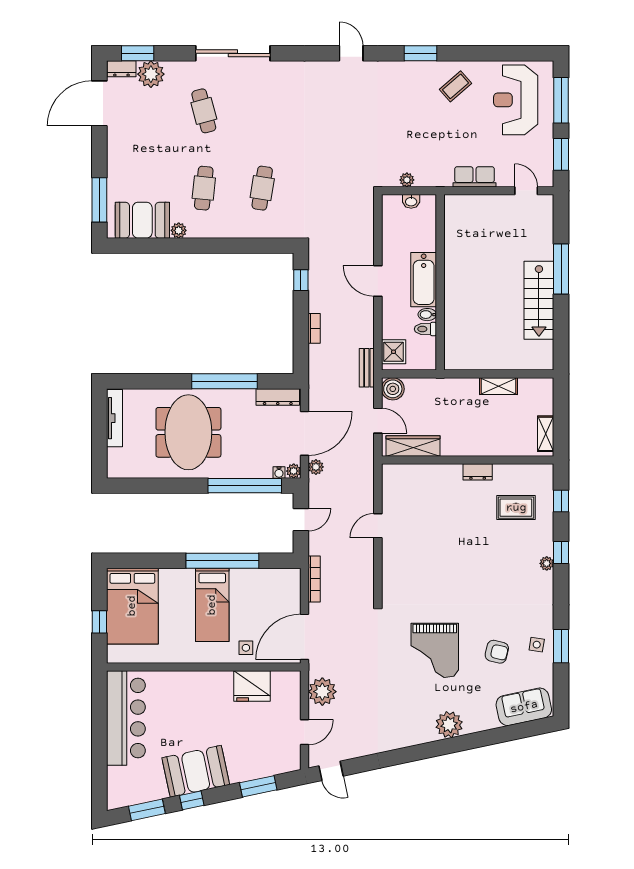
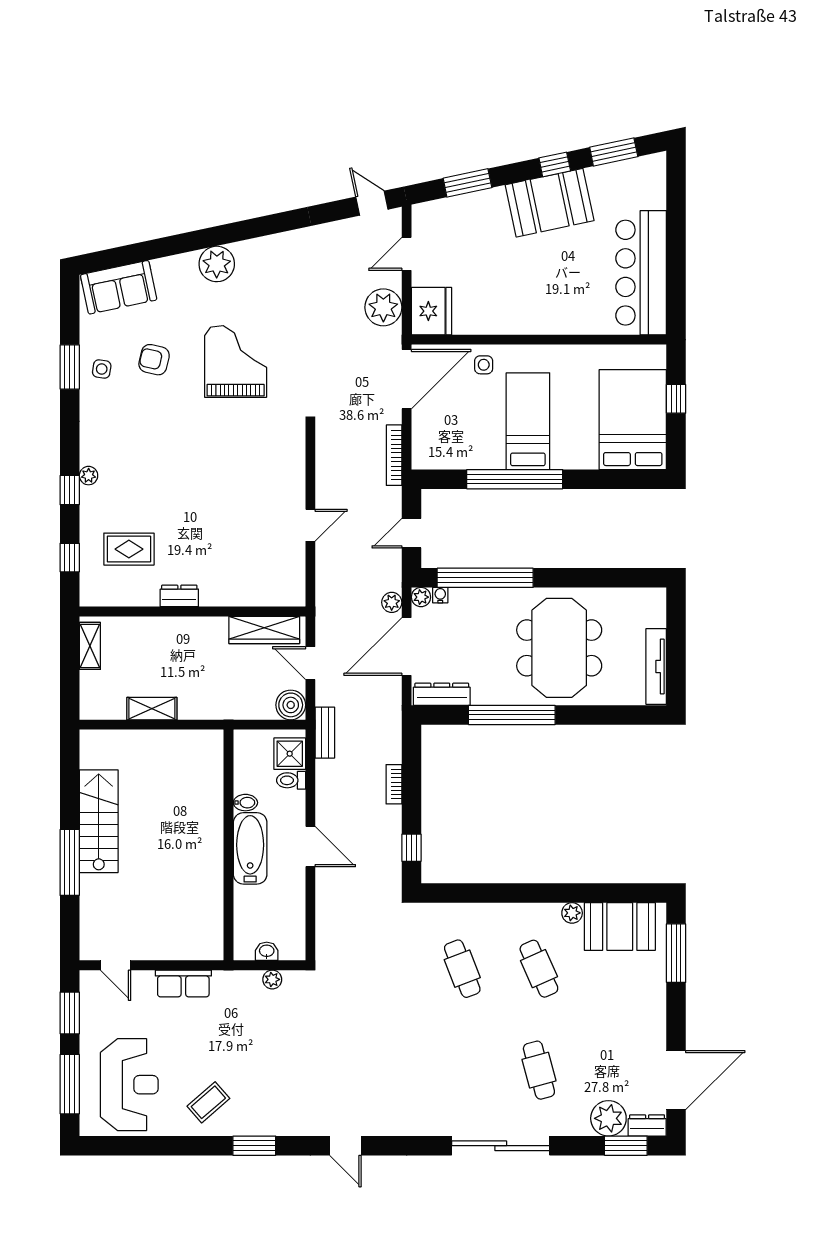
cafe table: (204, 188) -> (539, 969), turned -30
cafe table: (262, 188) -> (462, 969), turned -30
toilet: (425, 329) -> (291, 780), moved, turned 180
fridge: (252, 686) -> (432, 311), moved, turned 90

